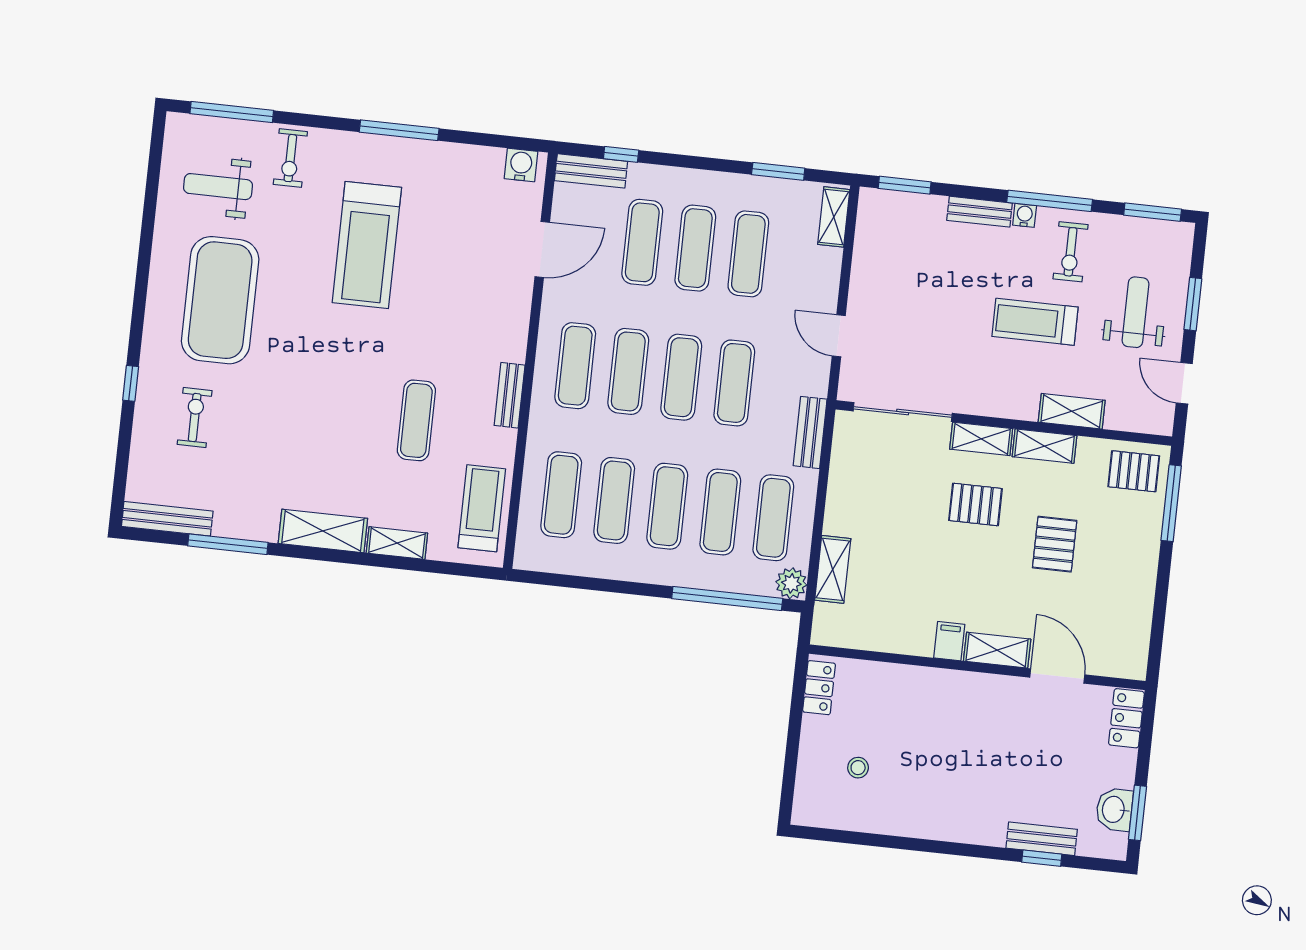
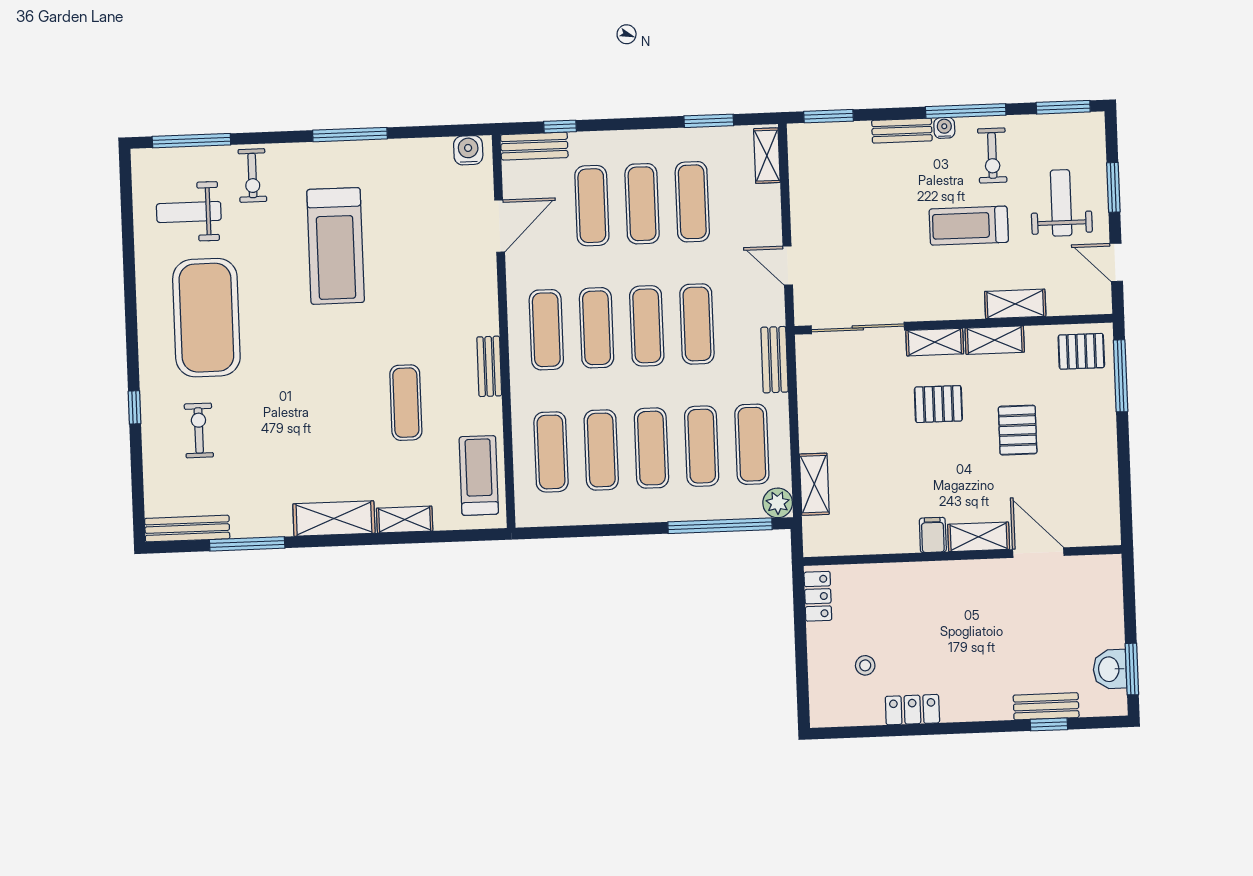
locker: (1126, 718) -> (912, 710), moved, turned 90

